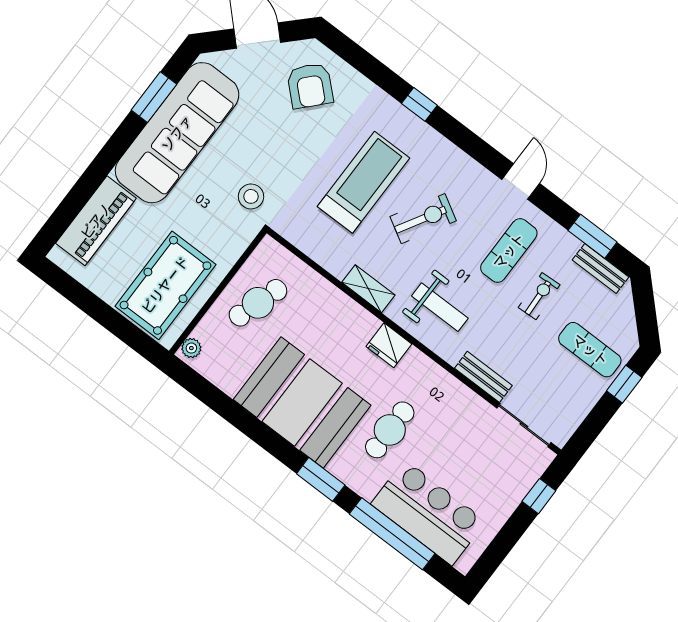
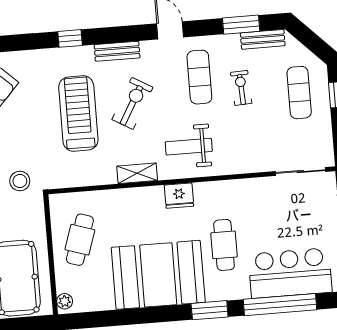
weight bench: (440, 307) -> (189, 147), turned 180
exercise mat: (590, 350) -> (299, 93), turned 90
bench: (483, 377) -> (117, 51), moved

